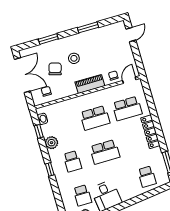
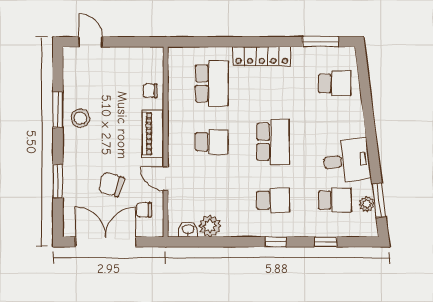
stool: (74, 58) -> (80, 118), moved
door: (129, 80) -> (166, 179), moved
school desk: (95, 118) -> (212, 142), width x0.54
window: (39, 131) -> (326, 242), moved
plant: (51, 143) -> (210, 226), moved

